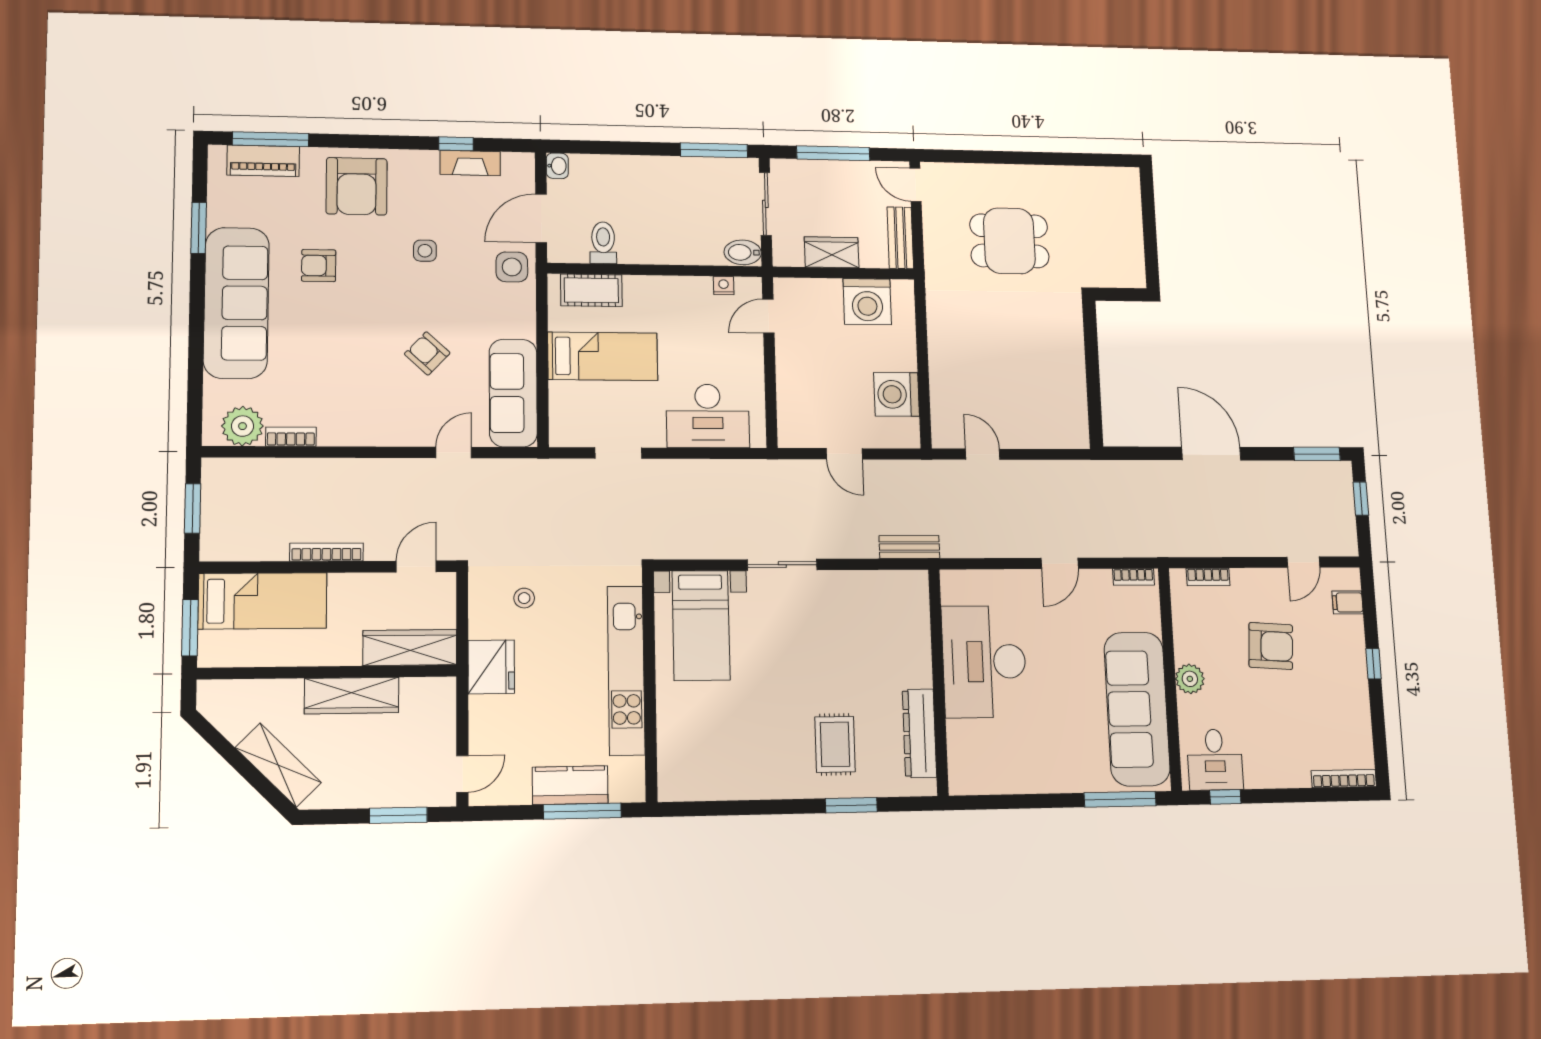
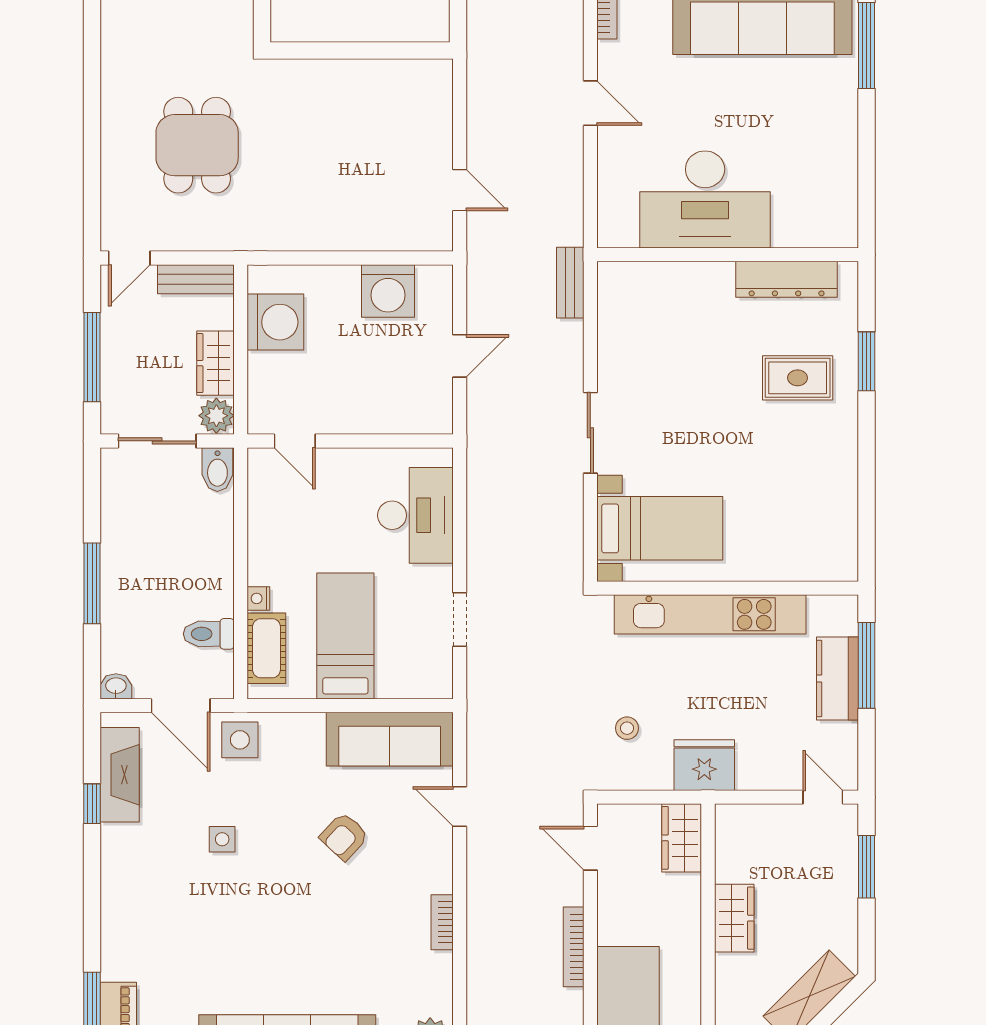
window: (714, 150) -> (92, 583), moved
fireplace: (470, 163) -> (120, 775), width x1.37, depth x1.32
armchair: (357, 186) -> (146, 917), removed
plant: (788, 252) -> (216, 416), added
armchair: (319, 266) -> (242, 959), removed
nightstand: (724, 286) -> (258, 598), moved
bookcase: (291, 437) -> (442, 922), moved
door: (983, 454) -> (460, 190), swing flipped
wardrobe: (410, 648) -> (682, 838), width x0.67
wardrobe: (352, 696) -> (734, 918), width x0.67

